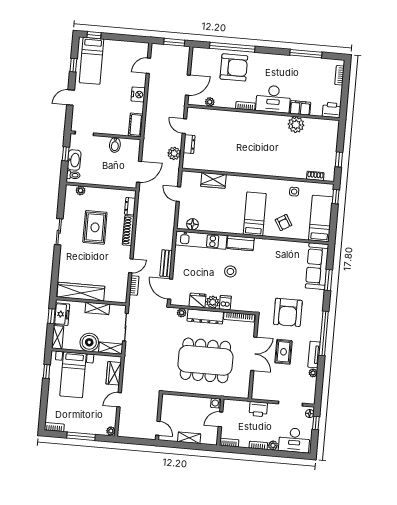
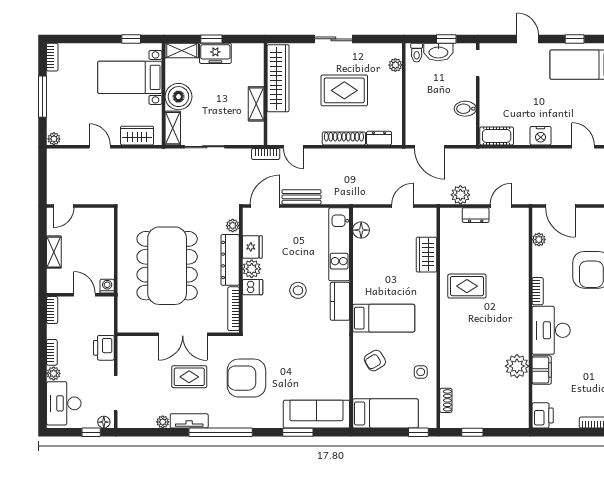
rug: (238, 154) -> (467, 286), added
wardrobe: (81, 292) -> (278, 78), moved
wall: (91, 301) -> (266, 94), moved
shelving: (97, 308) -> (256, 104), moved

